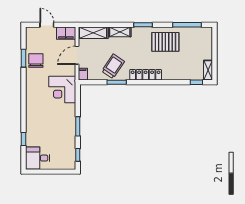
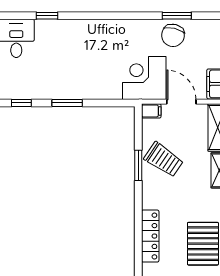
chair: (36, 61) -> (173, 35), turned 104
locker: (146, 75) -> (150, 236), moved
corner desk: (62, 89) -> (144, 78), moved

